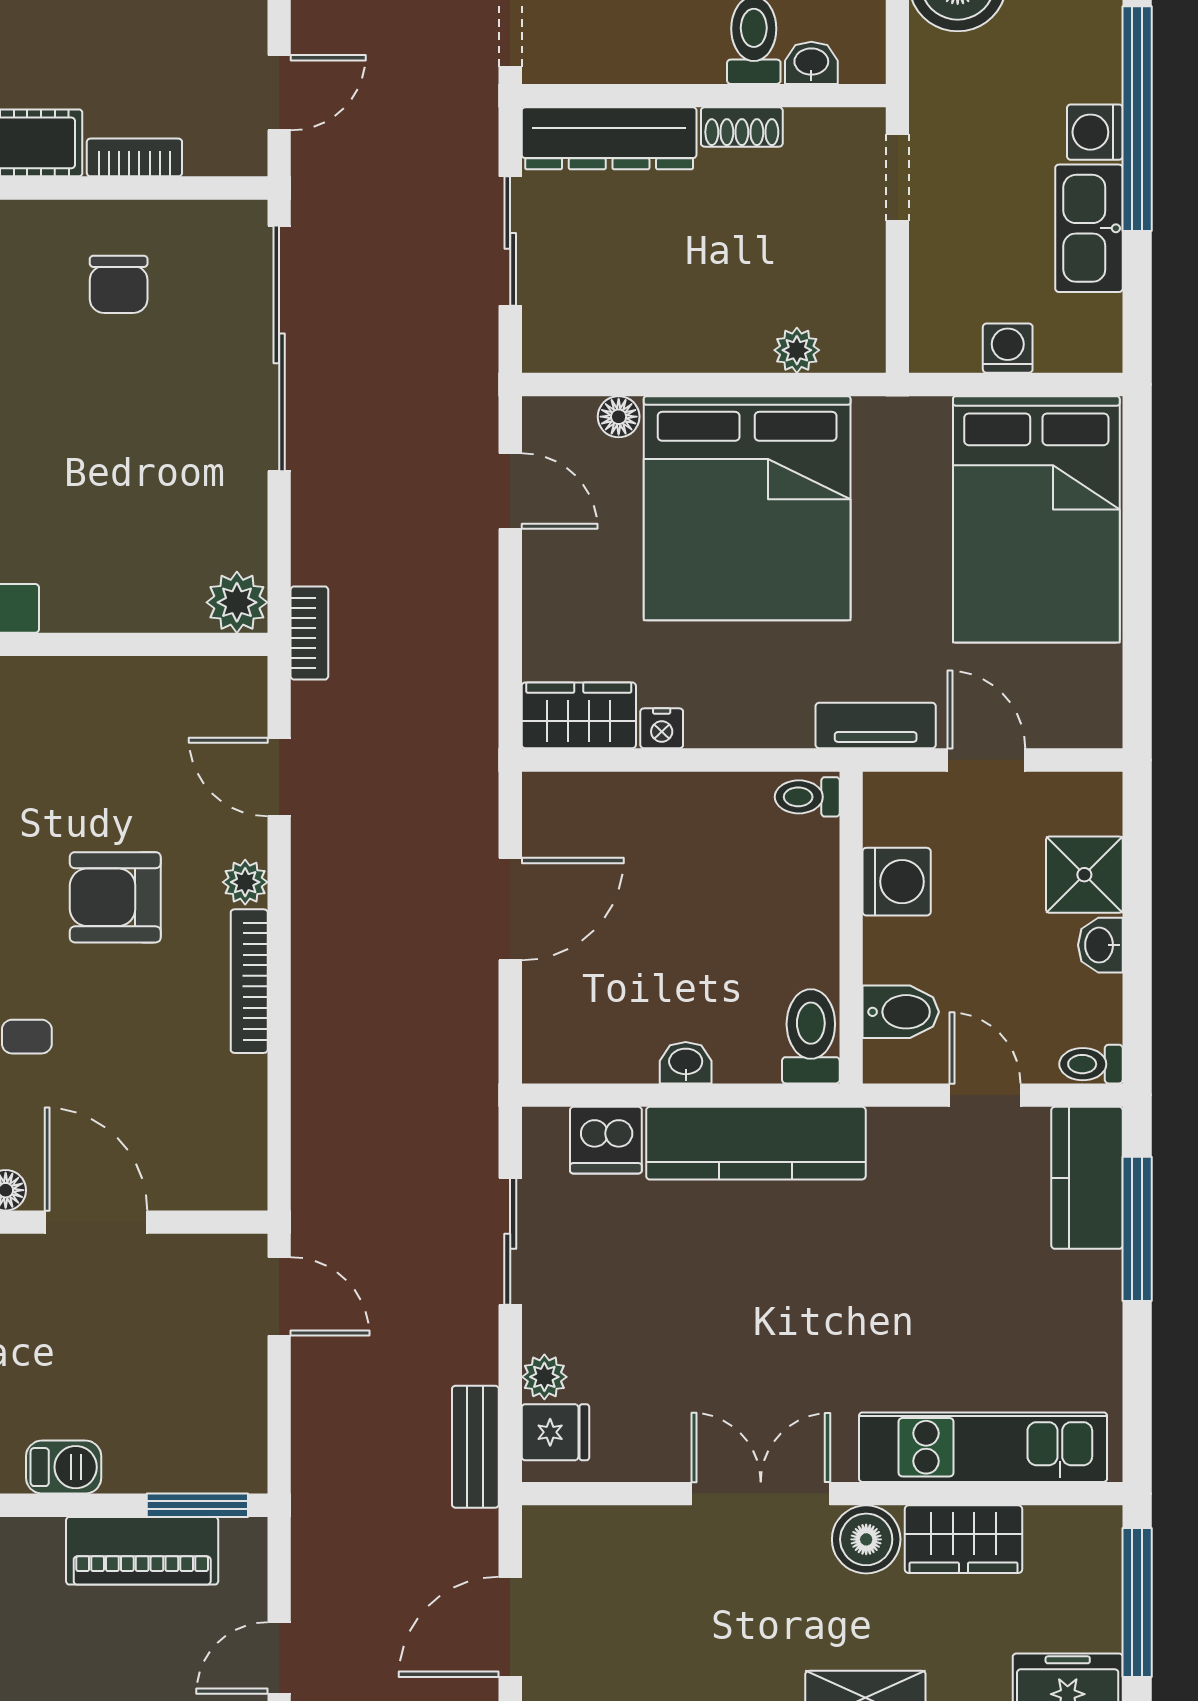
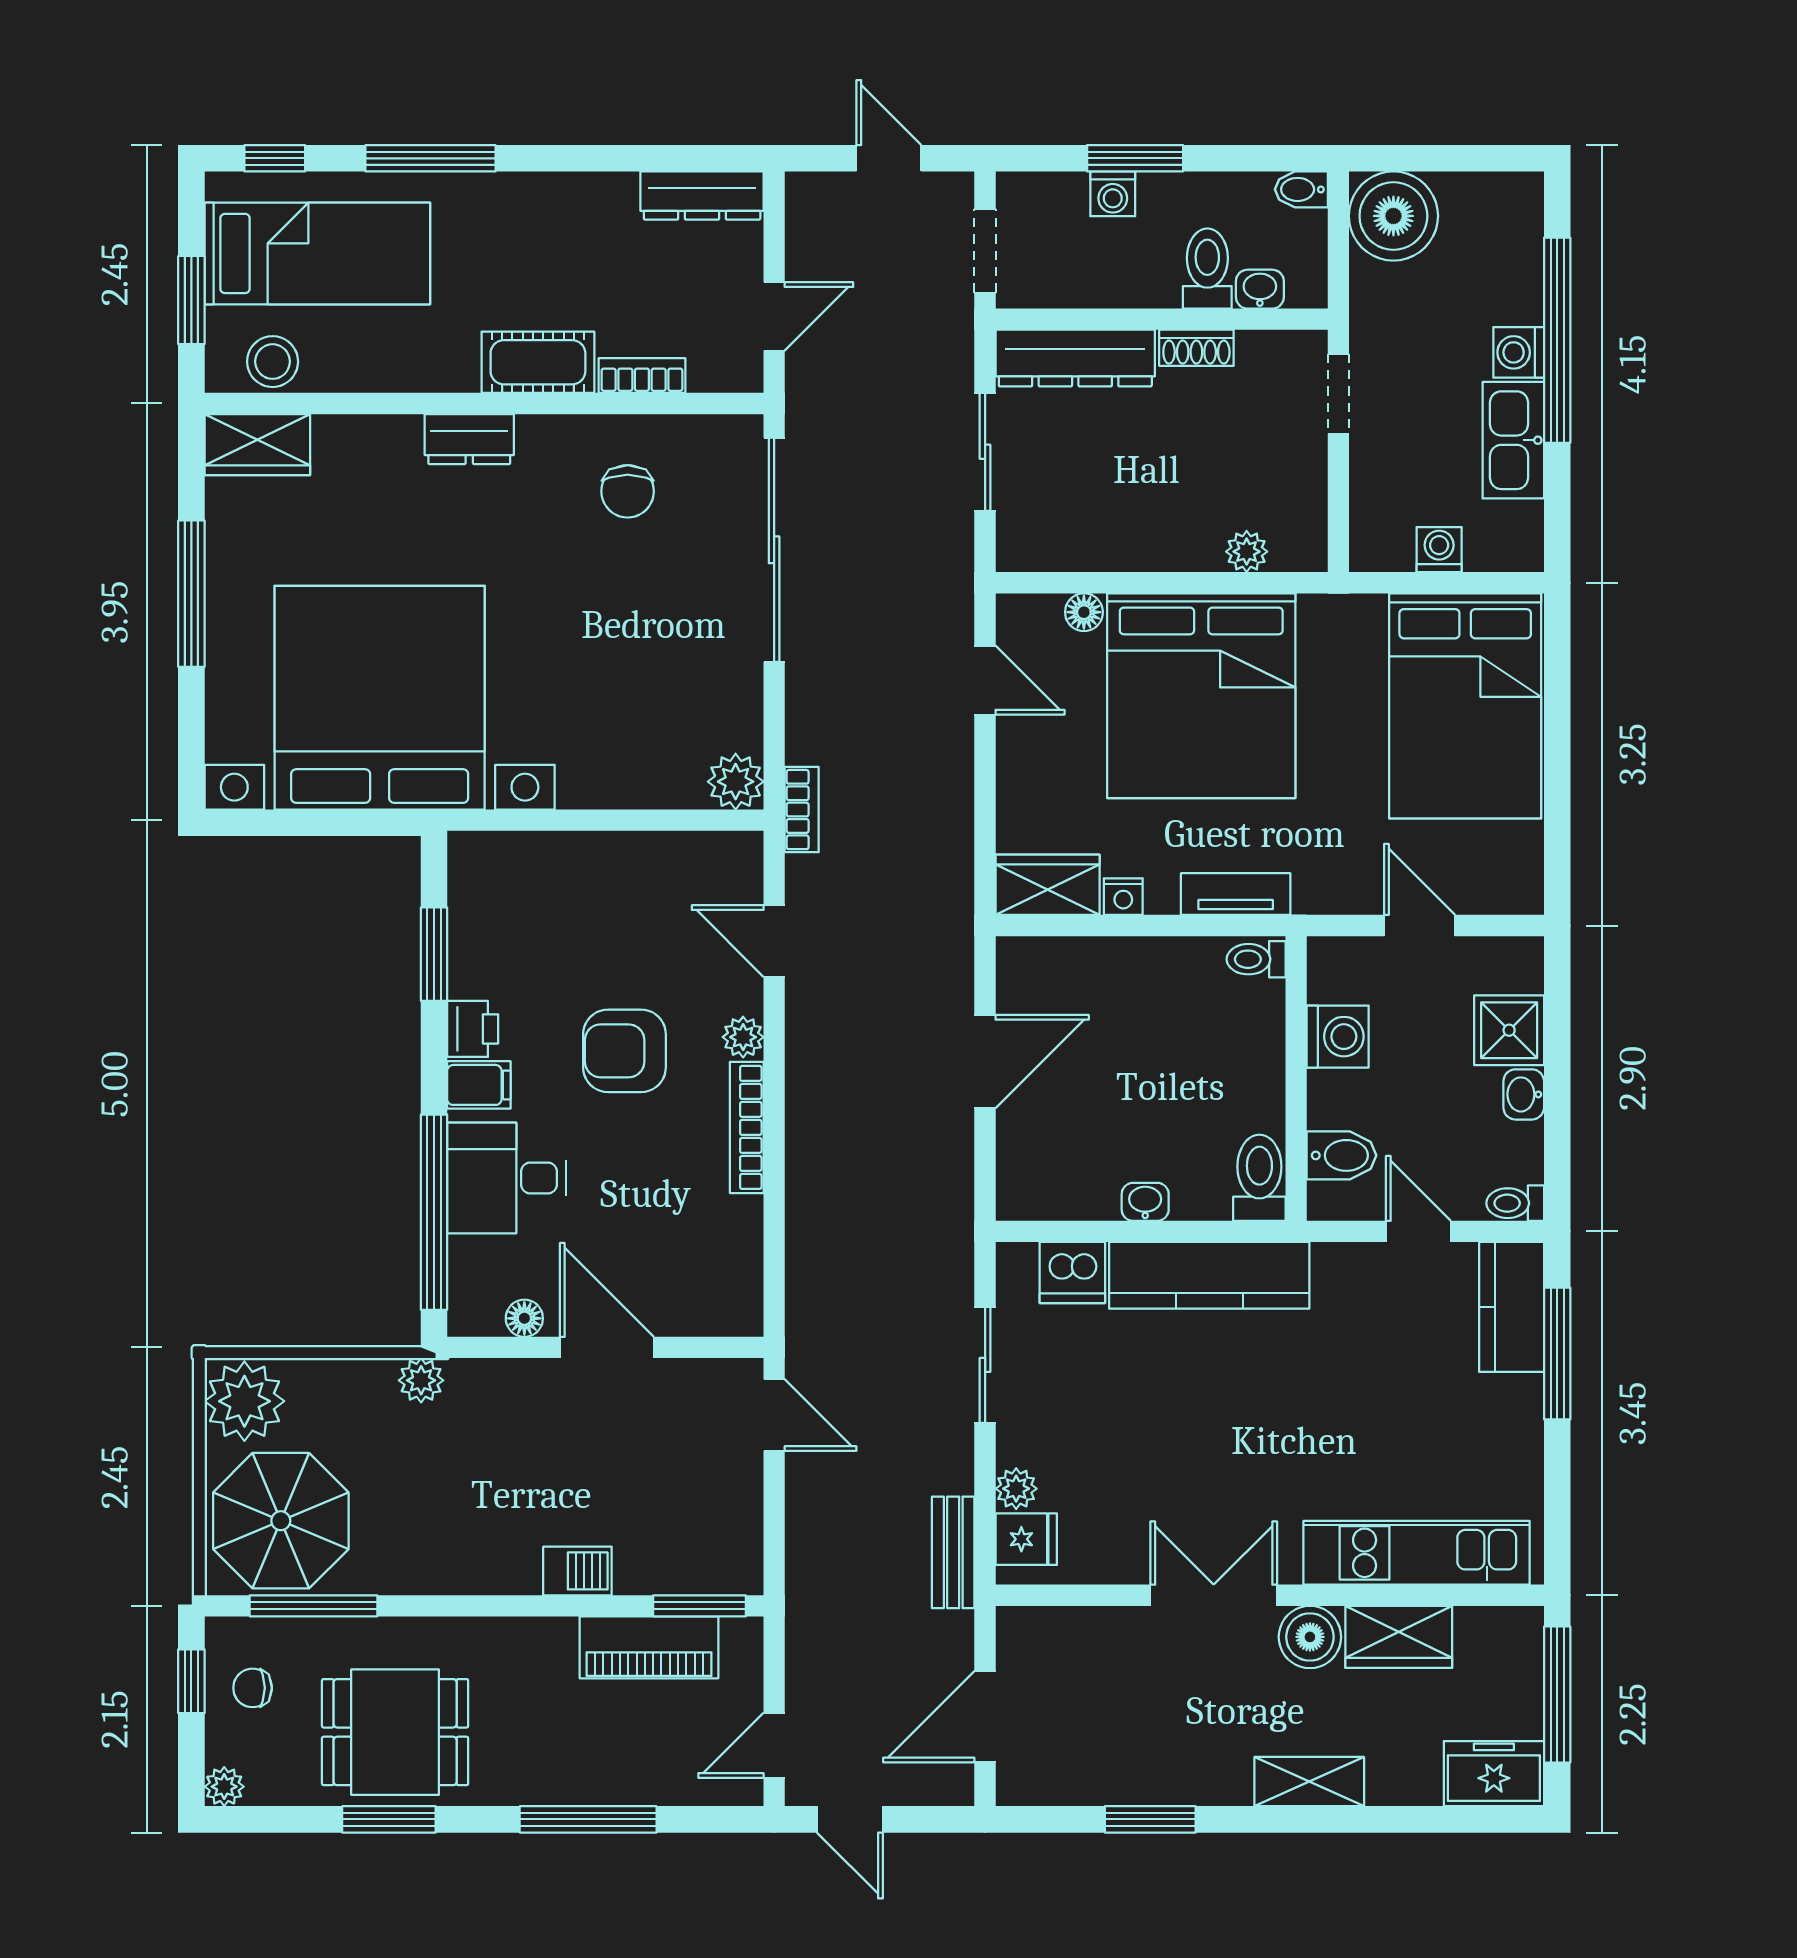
tv unit: (876, 726) -> (1236, 894), moved

